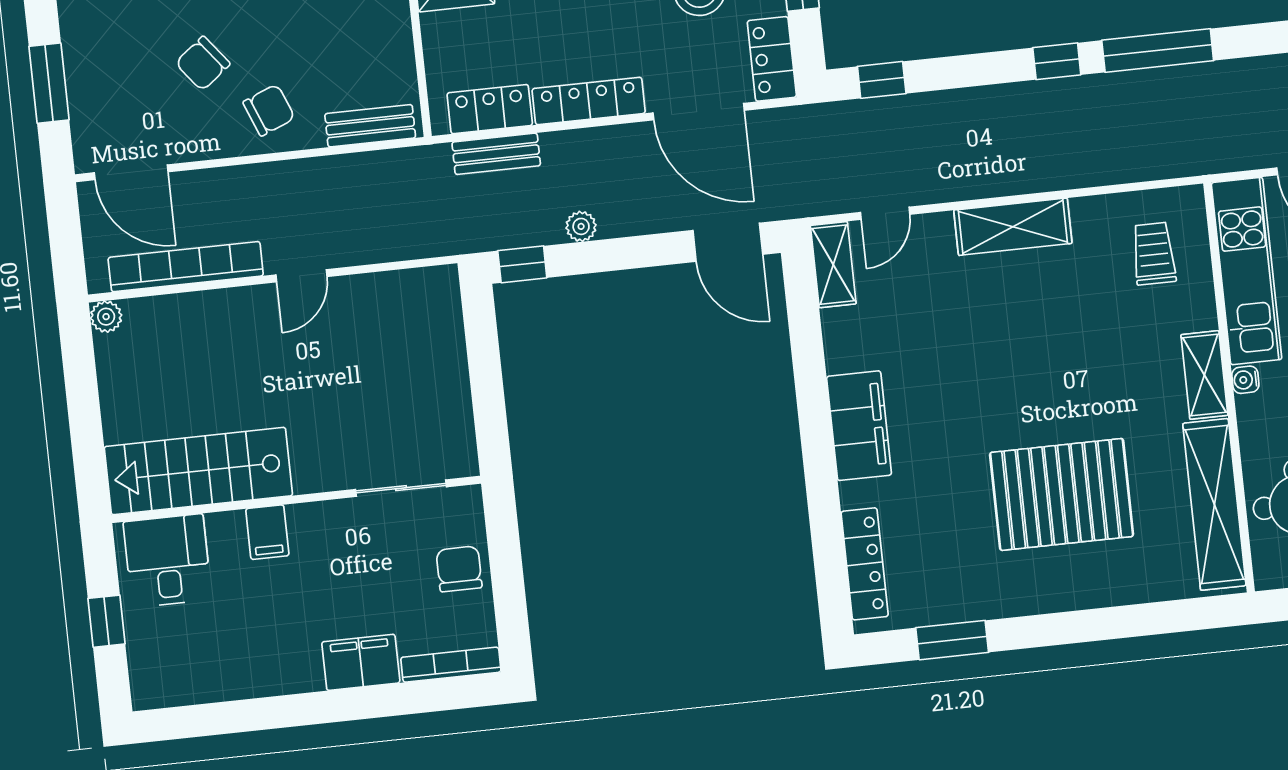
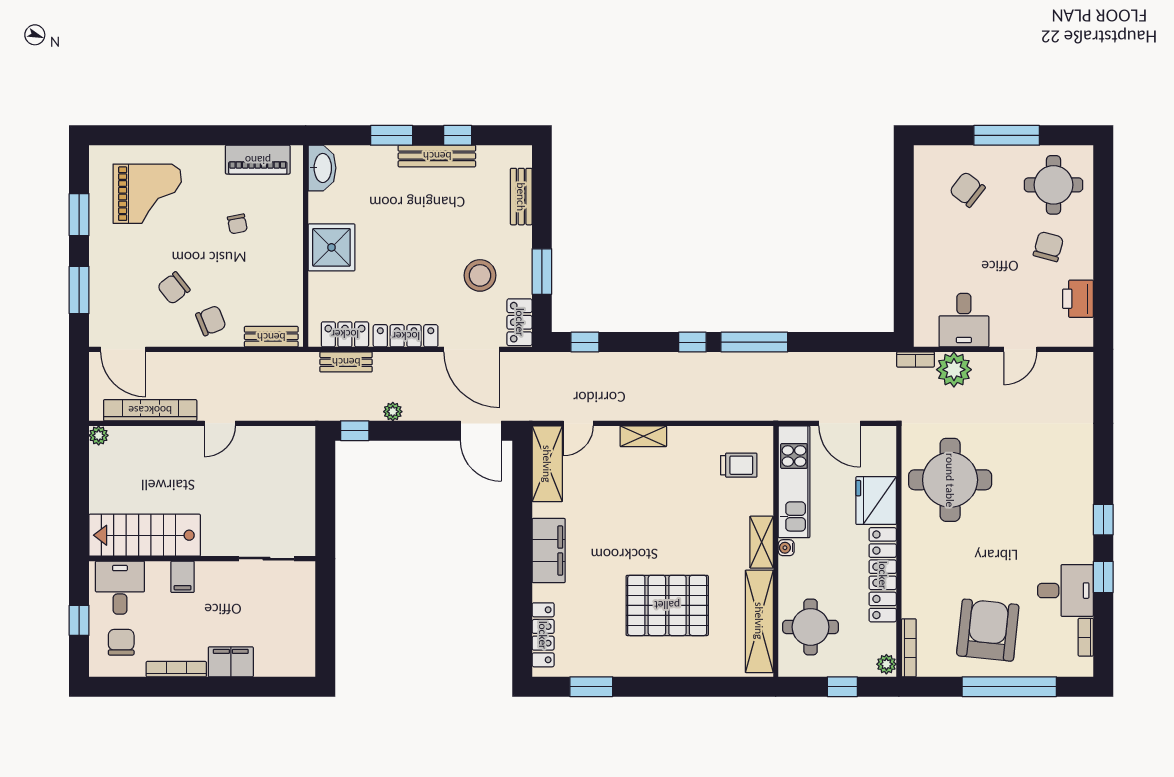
shelving: (1013, 227) -> (643, 436), width x0.67, depth x0.75
trolley: (1154, 254) -> (739, 465), turned 90
shelving: (833, 265) -> (547, 464), width x1.50, depth x1.33
chair: (459, 569) -> (121, 642), moved
bookcase: (451, 665) -> (176, 669), moved

